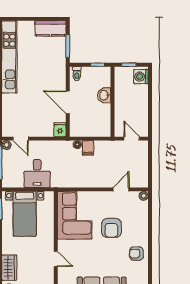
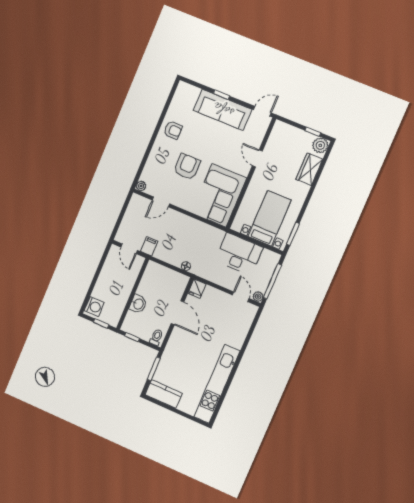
filing cabinet: (88, 148) -> (149, 246), moved
desk: (37, 174) -> (239, 254), width x1.37

